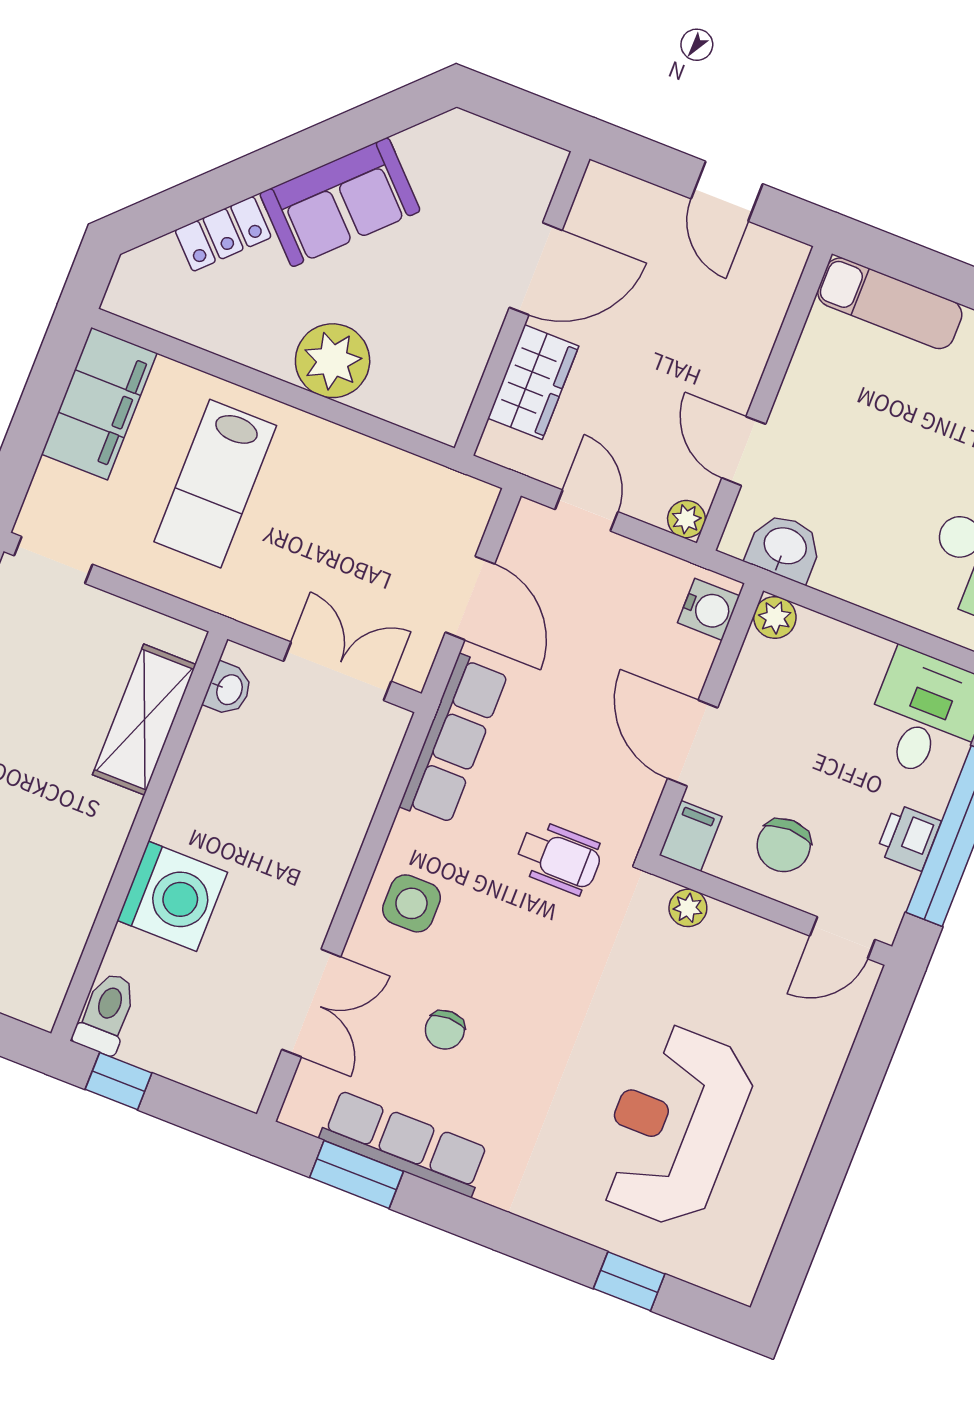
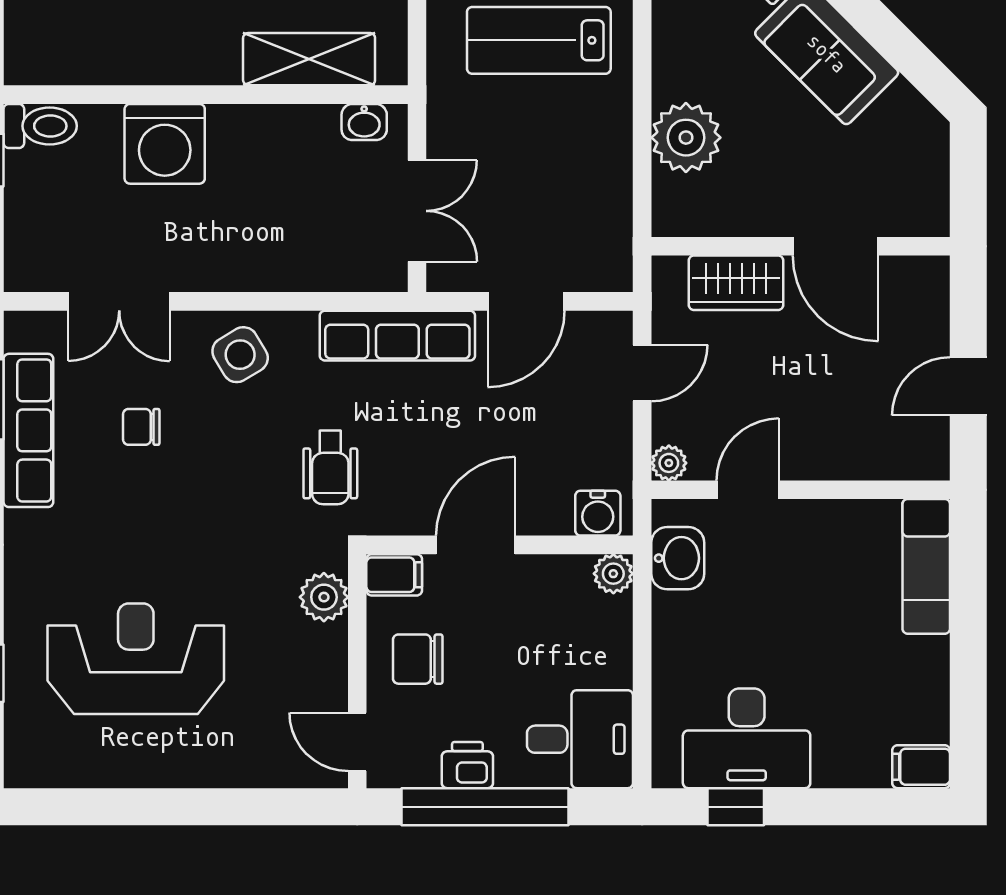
plant: (333, 361) -> (686, 138), moved
side table: (411, 903) -> (240, 355), turned -31
plant: (688, 908) -> (324, 597), width x1.38, depth x1.38

